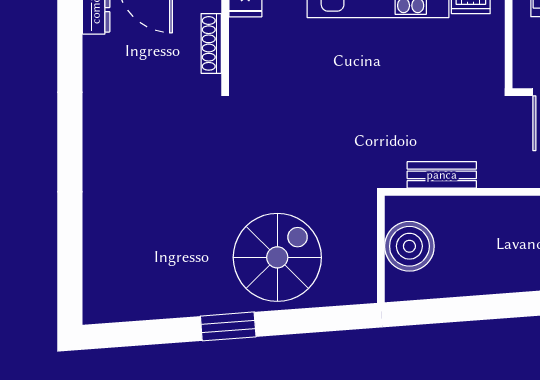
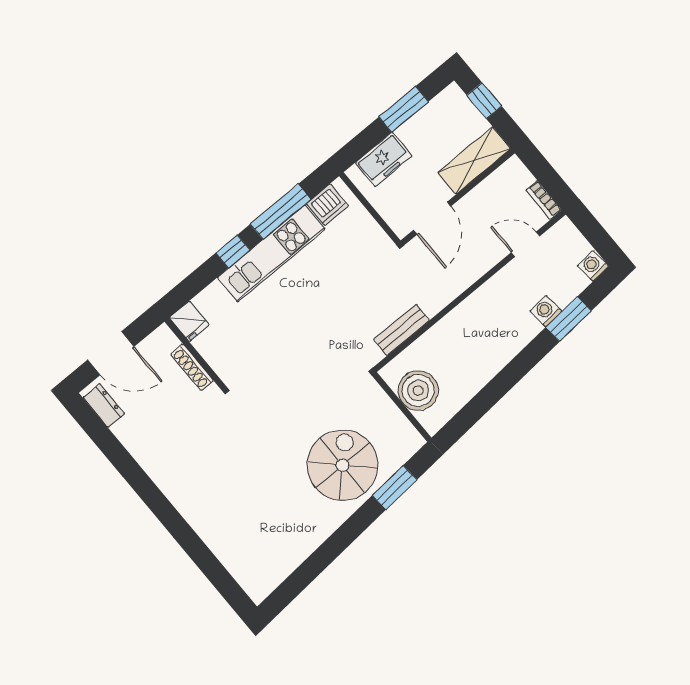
window: (228, 326) -> (395, 487), moved

